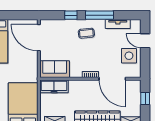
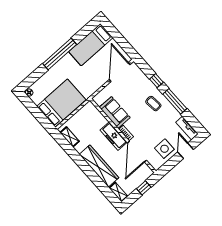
tv unit: (118, 24) -> (187, 128), moved
sofa: (55, 69) -> (115, 112), moved
freezer: (54, 86) -> (114, 136), moved

